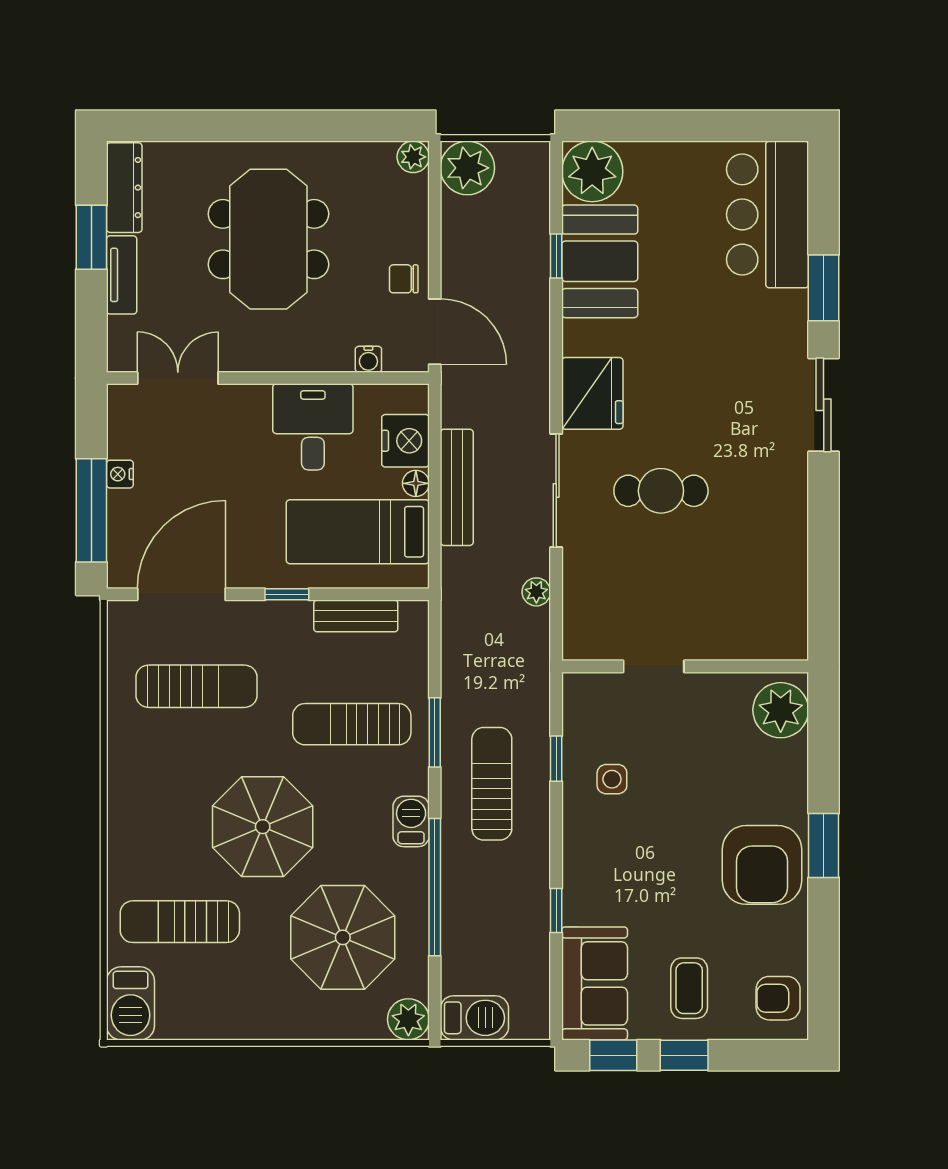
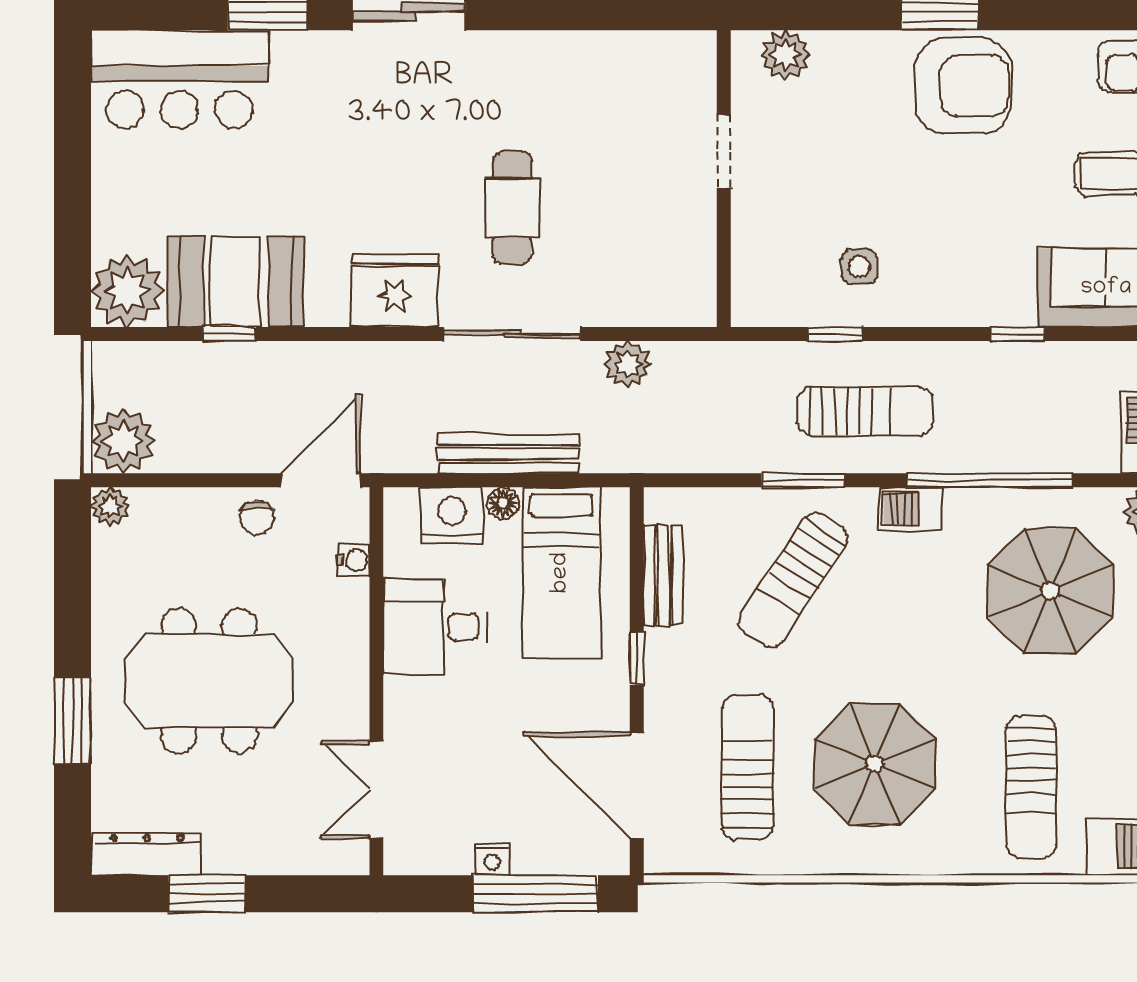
window: (235, 126) -> (72, 720), added
tv unit: (122, 275) -> (252, 857), removed
plant: (536, 592) -> (628, 364), width x1.38, depth x1.38
doorway: (654, 666) -> (724, 151), moved
plant: (781, 710) -> (785, 55), width x0.73, depth x0.73
sun lounger: (352, 724) -> (793, 580), turned 33
sun lounger: (492, 784) -> (865, 411), turned 180
parasol: (263, 827) -> (875, 764), moved

